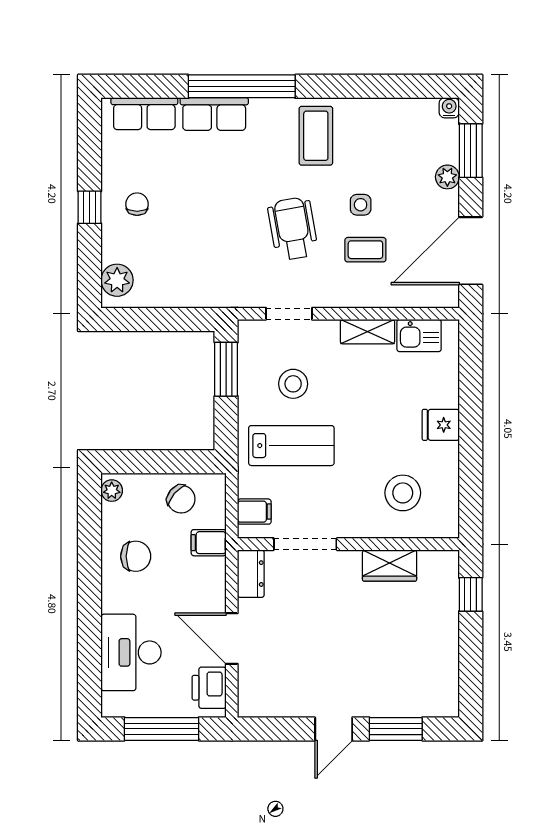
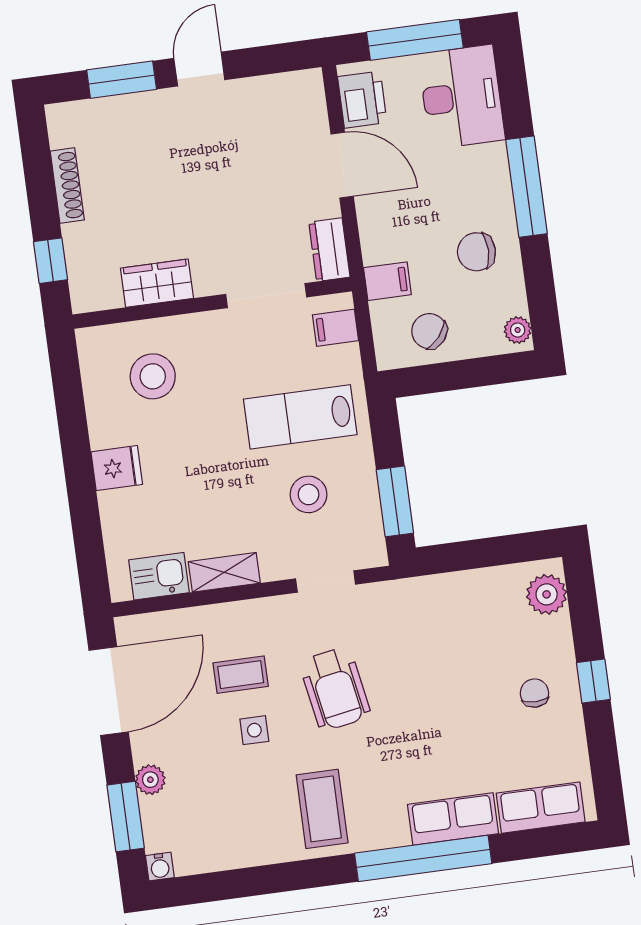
chair: (137, 204) -> (534, 693), turned 180
window: (90, 602) -> (526, 187), added
desk: (131, 652) -> (461, 97), moved
shoe rack: (449, 652) -> (67, 185), added

